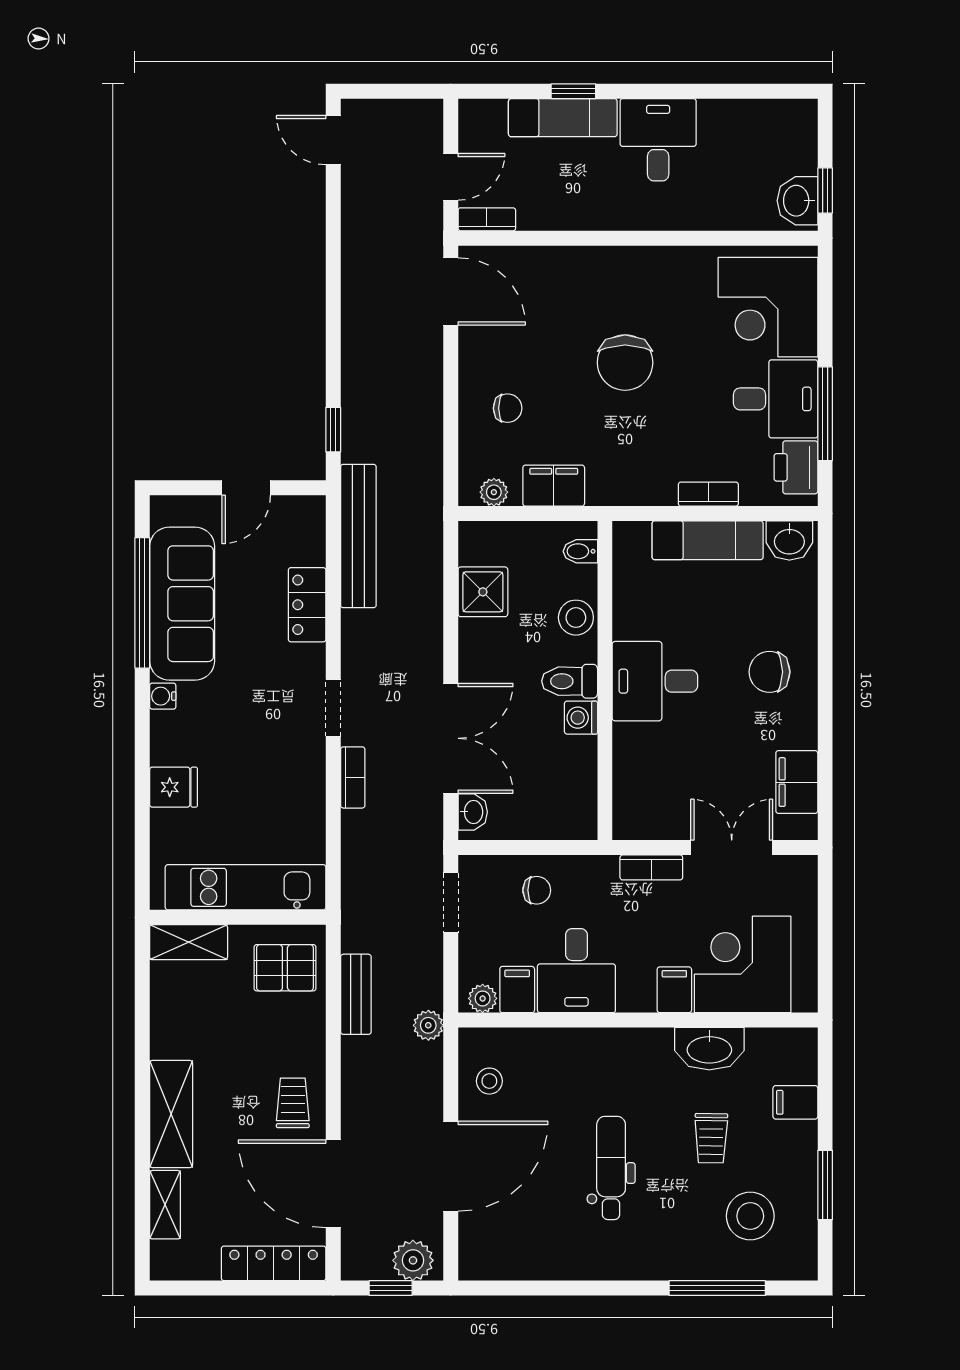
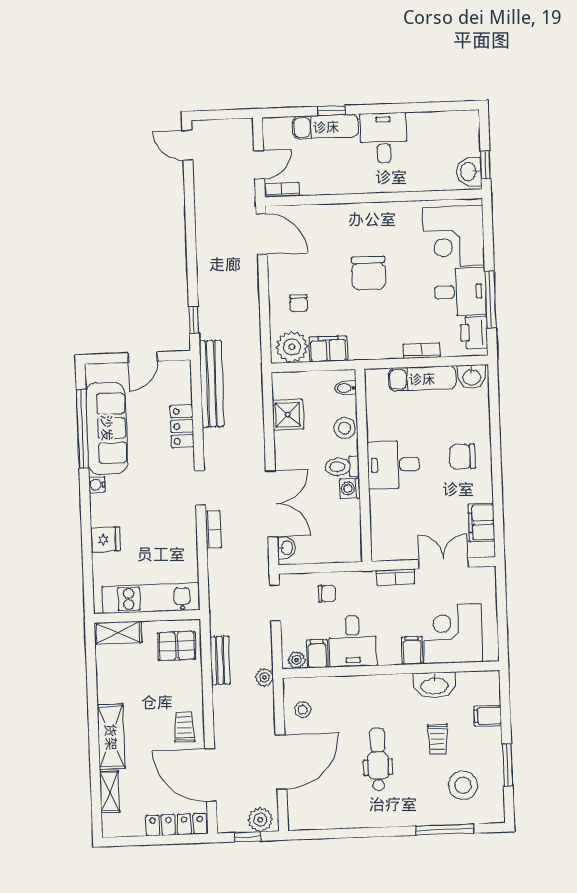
chair: (508, 408) -> (299, 303), turned 90
plant: (494, 492) -> (292, 347), width x1.87, depth x1.87

